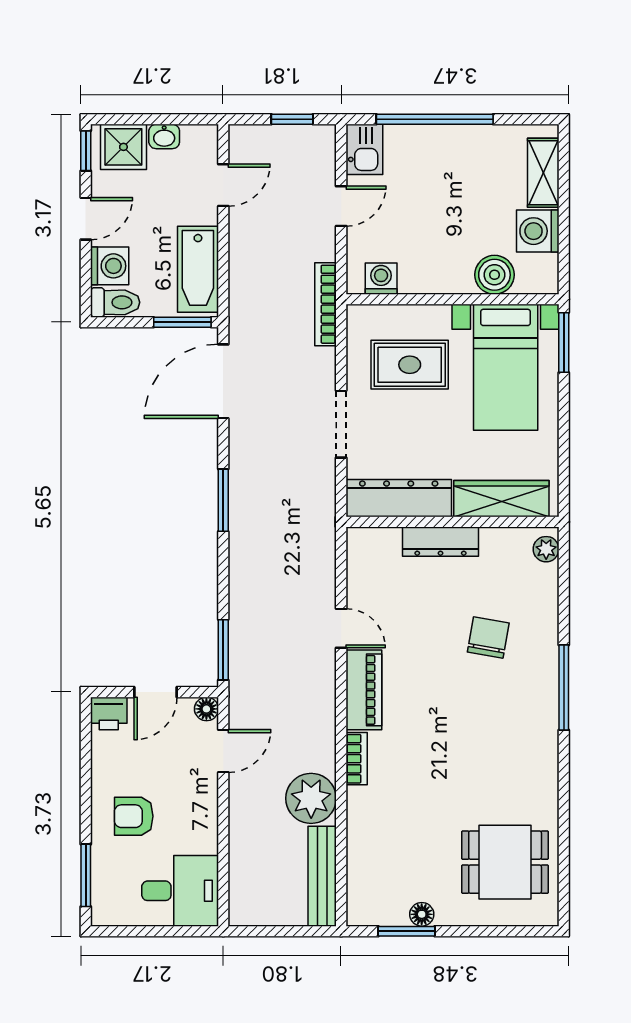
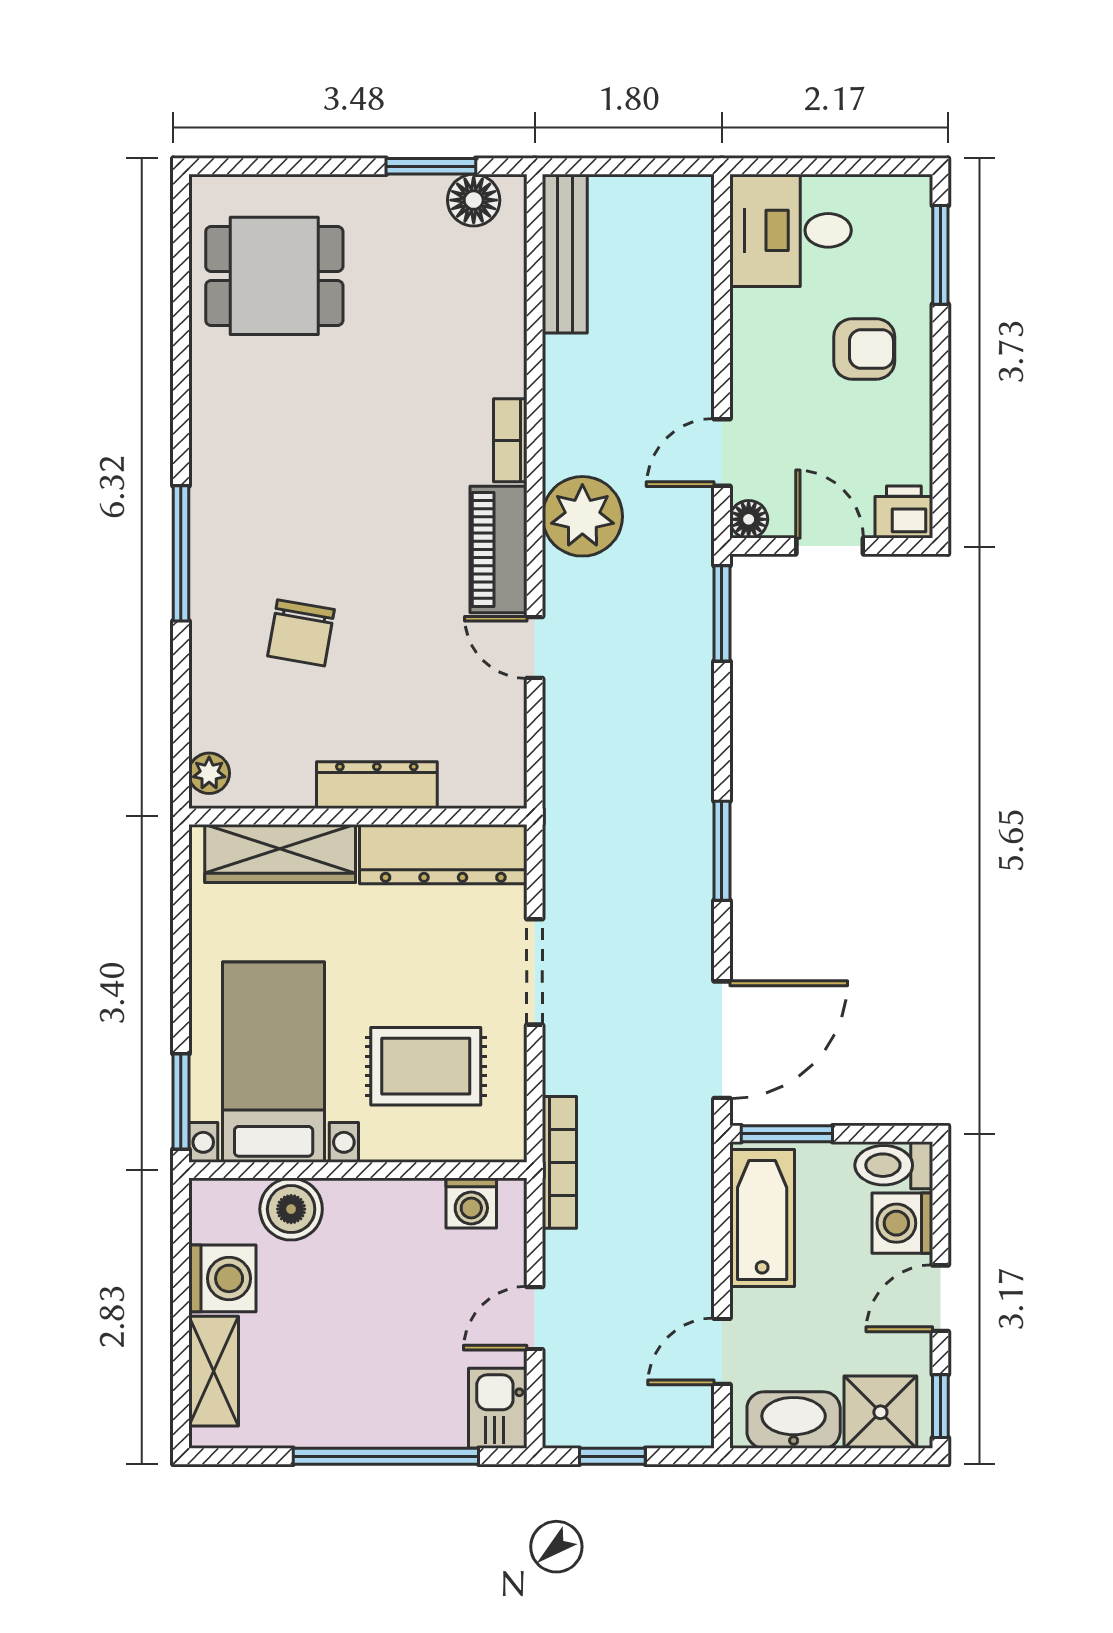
washbasin: (164, 136) -> (794, 1420), width x1.91, depth x1.45
door: (156, 692) -> (830, 546), hinge flipped
plant: (311, 798) -> (582, 516), moved
floor lamp: (422, 914) -> (474, 200), moved, width x1.37, depth x1.37

